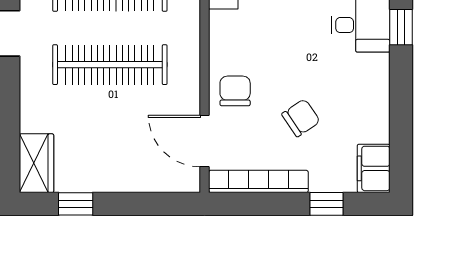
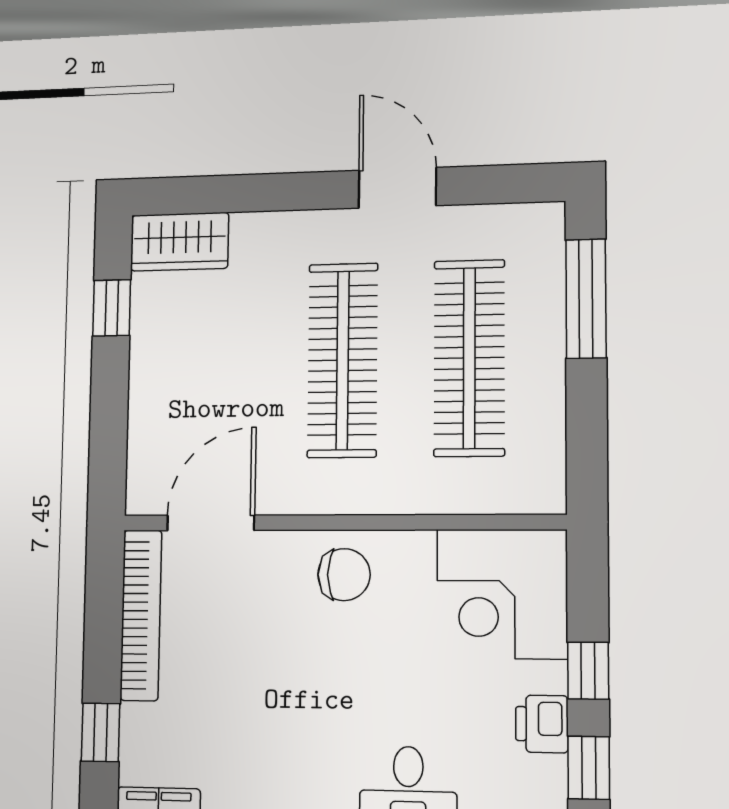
chair: (235, 91) -> (344, 575), moved
chair: (301, 118) -> (247, 690), removed

